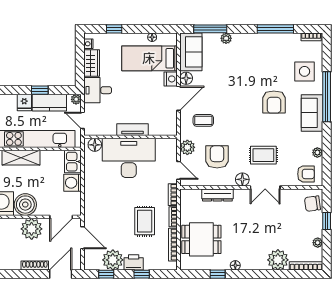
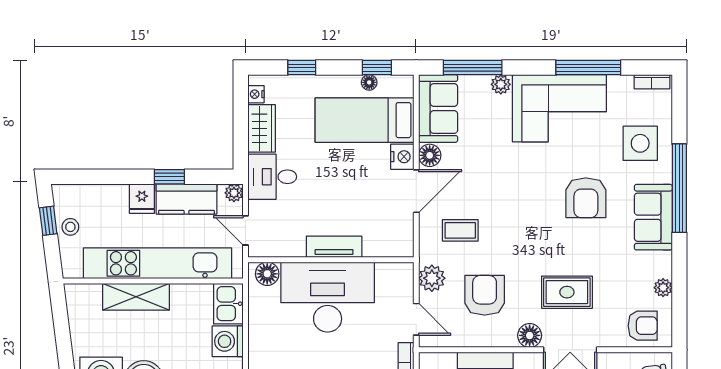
window: (156, 29) -> (377, 68), added
corner sofa: (259, 52) -> (559, 108), added

